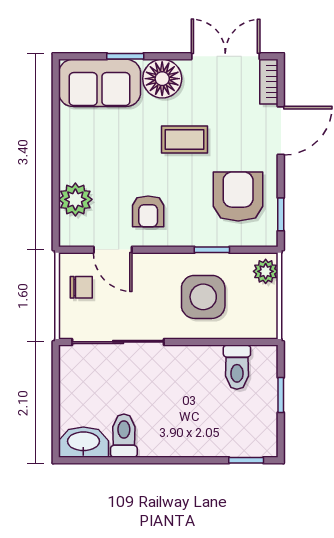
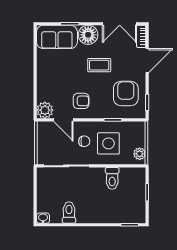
double door: (225, 56) -> (120, 24), swing flipped
plant: (75, 199) -> (45, 110), moved
armchair: (148, 211) -> (81, 101), turned -90
plant: (266, 271) -> (140, 154), moved
chair: (81, 287) -> (84, 141), moved
toilet: (237, 367) -> (112, 178), moved
washbasin: (83, 442) -> (43, 218), width x0.52, depth x0.69

